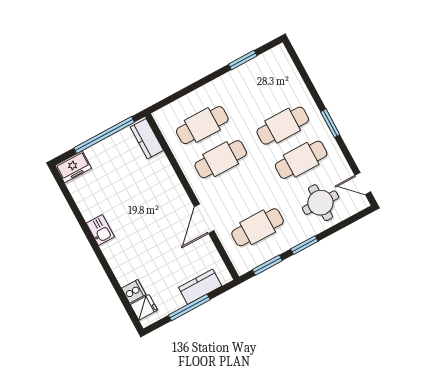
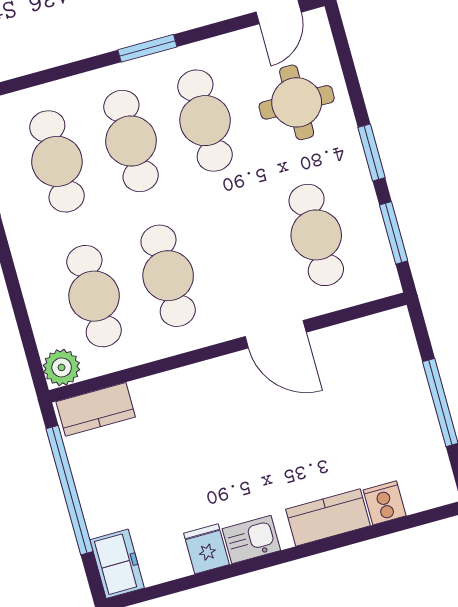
cafe table: (264, 92) -> (57, 161), added
plant: (164, 117) -> (62, 367), added
kitchen counter: (200, 287) -> (328, 517), moved, turned 90
fridge: (144, 307) -> (206, 549), moved

